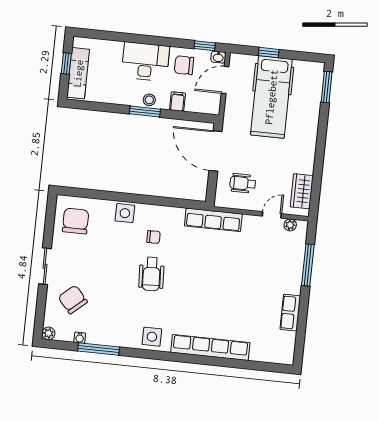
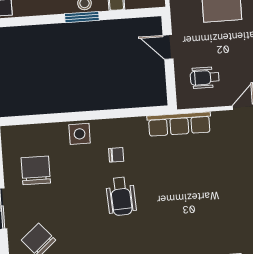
door: (215, 151) -> (168, 47), width x0.53
chair: (76, 221) -> (36, 170), moved

